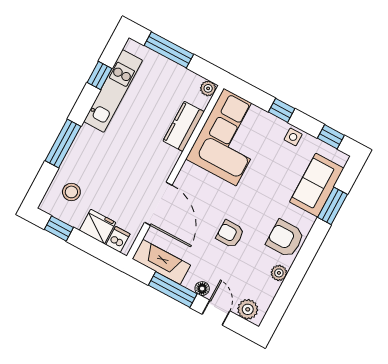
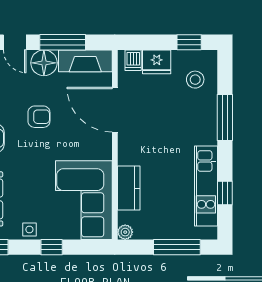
floor lamp: (202, 289) -> (44, 63), width x1.89, depth x1.89

